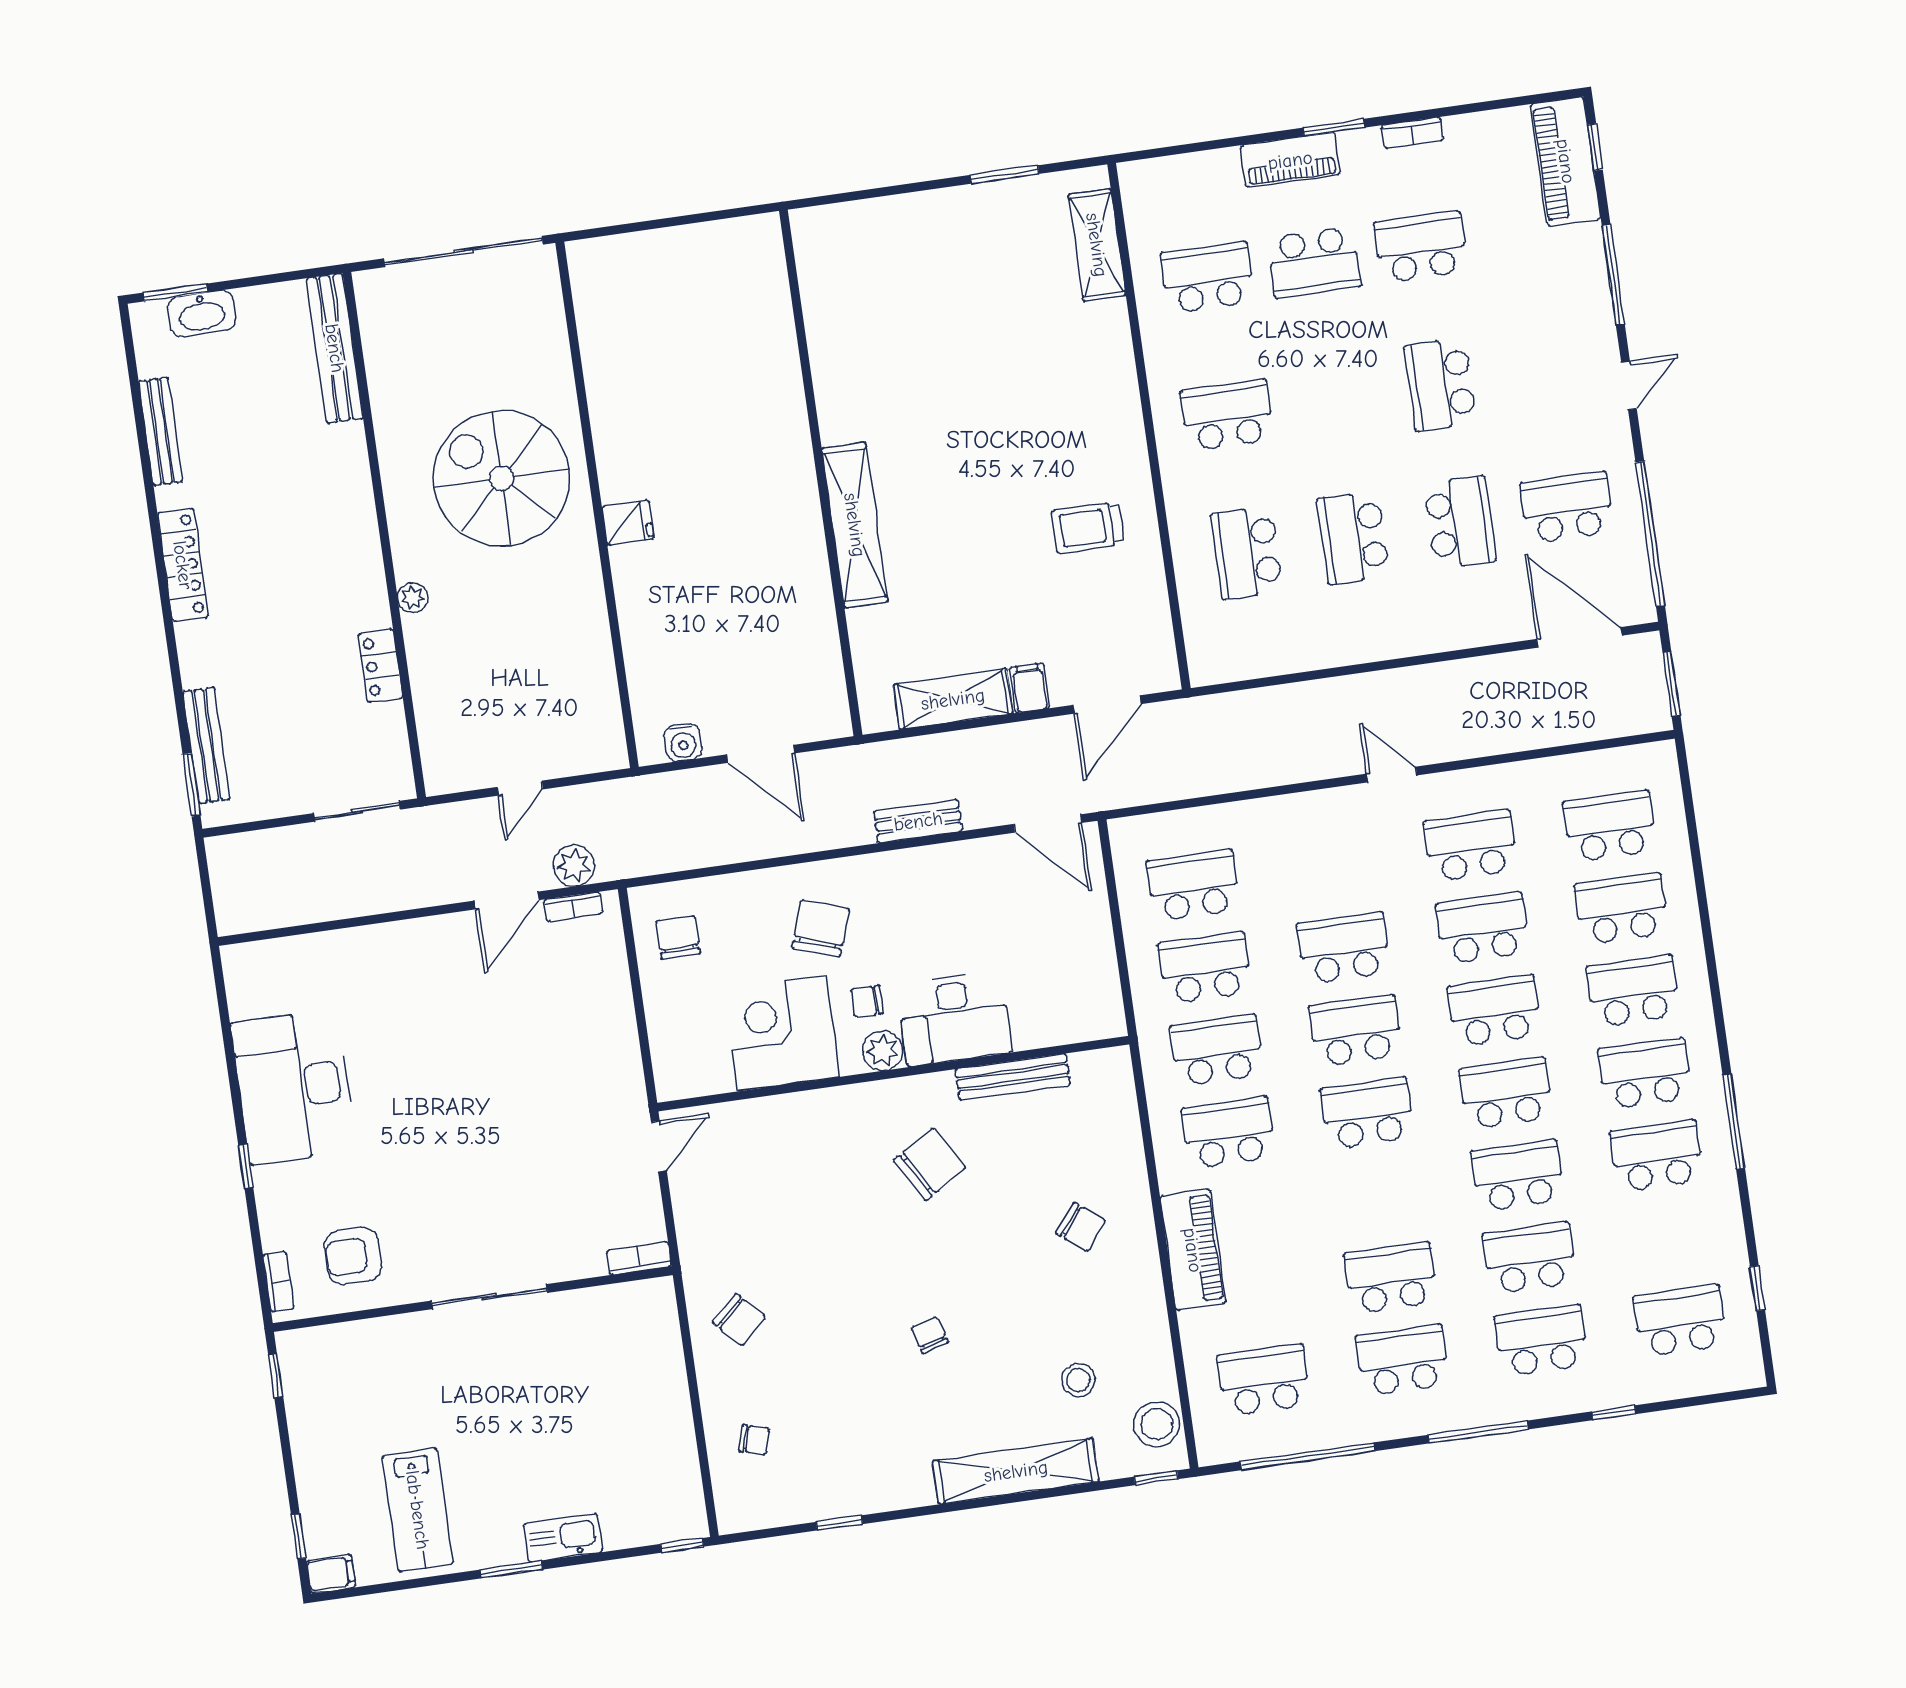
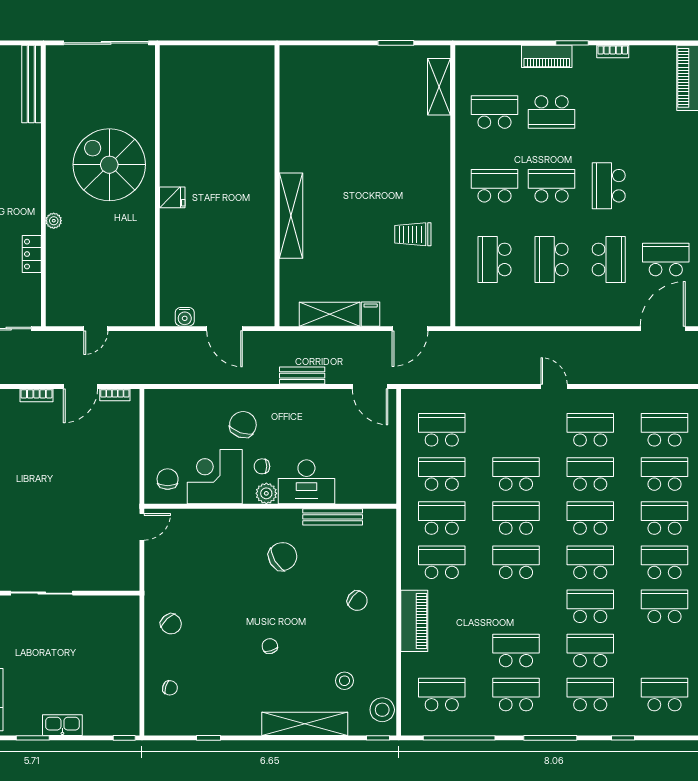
school desk: (1421, 247) -> (552, 186), moved
door: (1579, 637) -> (663, 329), hinge flipped
plant: (574, 866) -> (118, 373), removed
chair: (678, 937) -> (168, 479), moved
bookcase: (639, 1258) -> (36, 395), moved, turned 180

